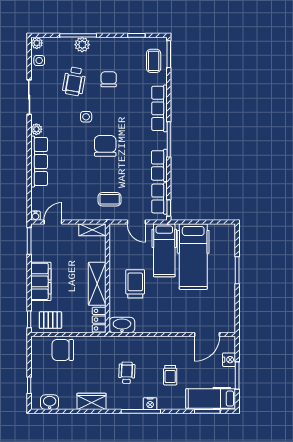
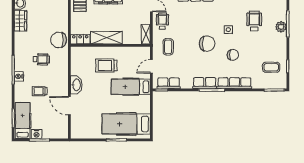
coffee table: (154, 61) -> (271, 67), moved
chair: (109, 79) -> (233, 55), moved
wheelchair: (74, 81) -> (254, 21), turned 80
row of seats: (159, 165) -> (205, 83), moved
wheelchair: (74, 207) -> (162, 21), added
hospital bed: (193, 257) -> (126, 124), moved
trolley: (135, 284) -> (106, 66), turned 180
washbasin: (122, 325) -> (76, 85), moved
door: (207, 335) -> (69, 106), moved
chair: (63, 350) -> (59, 40), moved, turned -90
nightstand: (229, 360) -> (37, 134), moved
wardrobe: (92, 401) -> (20, 21), moved

